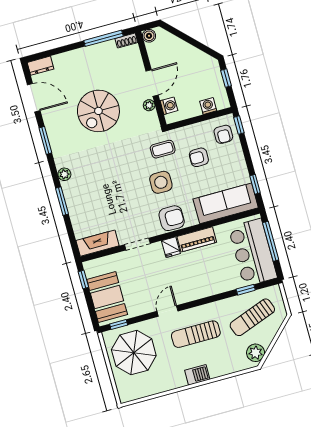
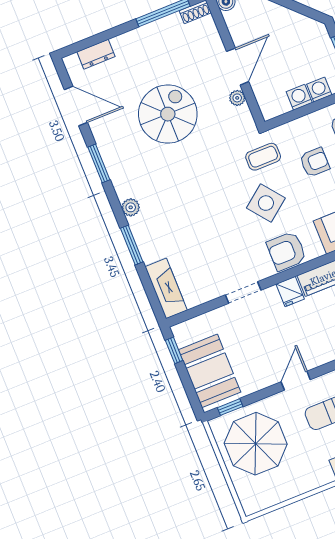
dresser: (41, 66) -> (96, 54), moved
washing machine: (169, 106) -> (299, 97), moved, turned -90
spiral stairs: (98, 111) -> (168, 114), turned 180
armchair: (199, 157) -> (315, 162), turned 180
side table: (161, 182) -> (266, 203), turned -38
armchair: (172, 218) -> (287, 251), turned 180
fireplace: (98, 243) -> (166, 288), moved, turned 90

